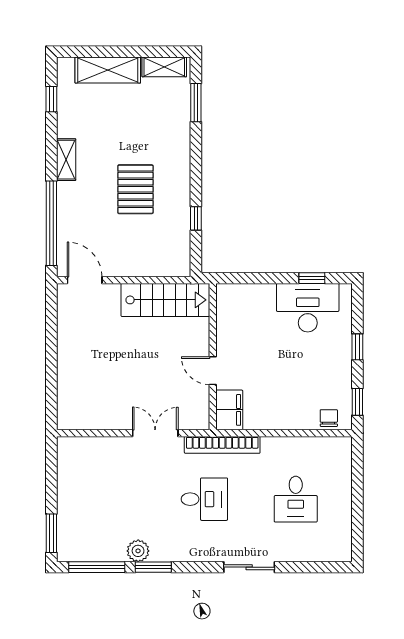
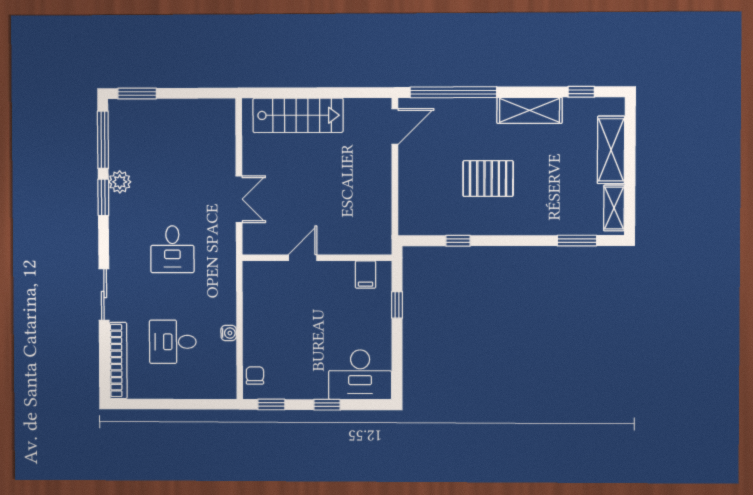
shelving: (66, 160) -> (530, 110), width x1.50, depth x1.33
window: (312, 278) -> (397, 305), moved
stairs: (165, 300) -> (298, 115), moved, turned -90
desk: (308, 308) -> (360, 375), moved, turned 90
filing cabinet: (229, 410) -> (365, 275), moved, width x0.50
chair: (329, 418) -> (255, 375), turned -90
water cooler: (287, 444) -> (229, 333), added
bookcase: (222, 445) -> (118, 360), moved, turned 180

